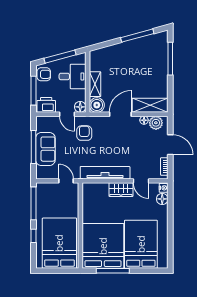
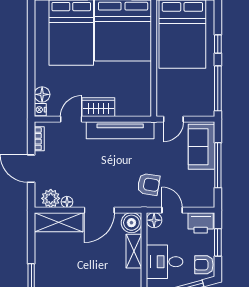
window: (33, 91) -> (218, 242), width x0.69
armchair: (84, 133) -> (149, 184), turned -81
sofa: (45, 149) -> (202, 147), moved
door: (66, 181) -> (173, 119), hinge flipped
door: (141, 181) -> (71, 119), hinge flipped

